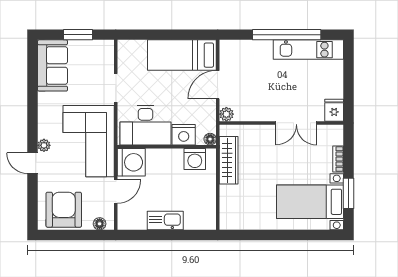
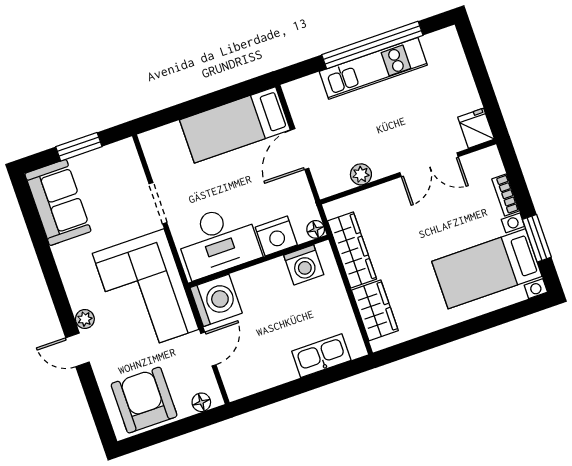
kitchen unit: (308, 50) -> (373, 68), moved
plant: (226, 114) -> (361, 174), moved
wardrobe: (230, 204) -> (375, 310), added
kitchen sink: (165, 221) -> (321, 356), moved

